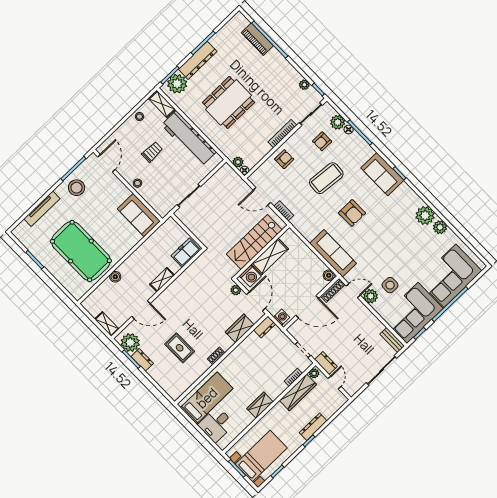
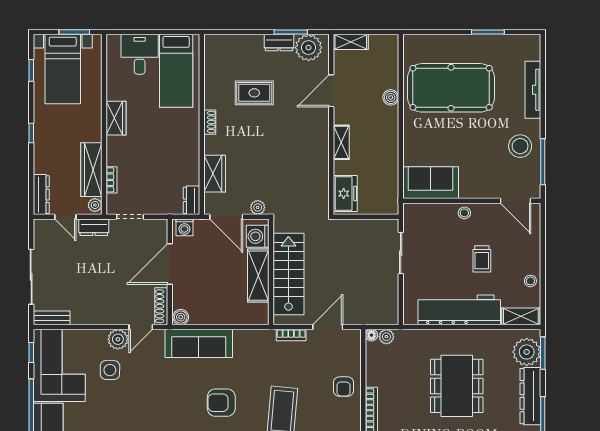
dresser: (313, 427) -> (41, 195), moved

